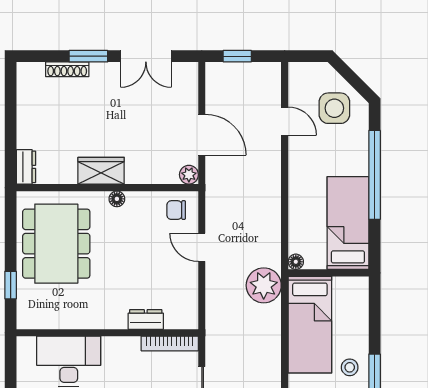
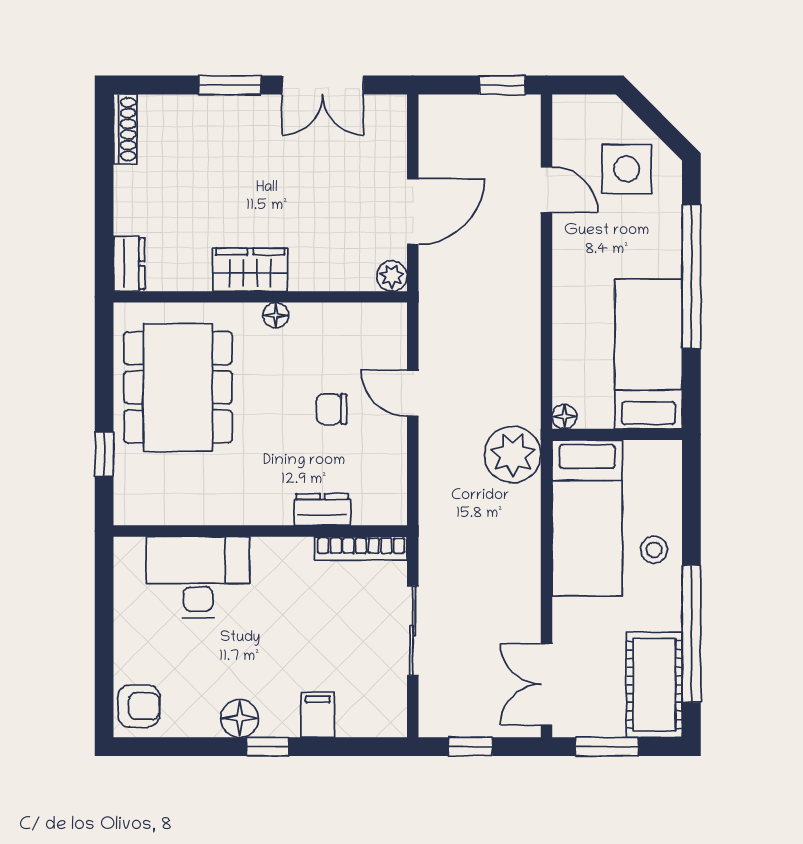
window: (237, 56) -> (502, 85), moved
shoe rack: (67, 69) -> (125, 129), moved, turned -90
door: (202, 135) -> (413, 212), hinge flipped
chair: (176, 210) -> (332, 409), moved
stool: (350, 367) -> (654, 550), moved

